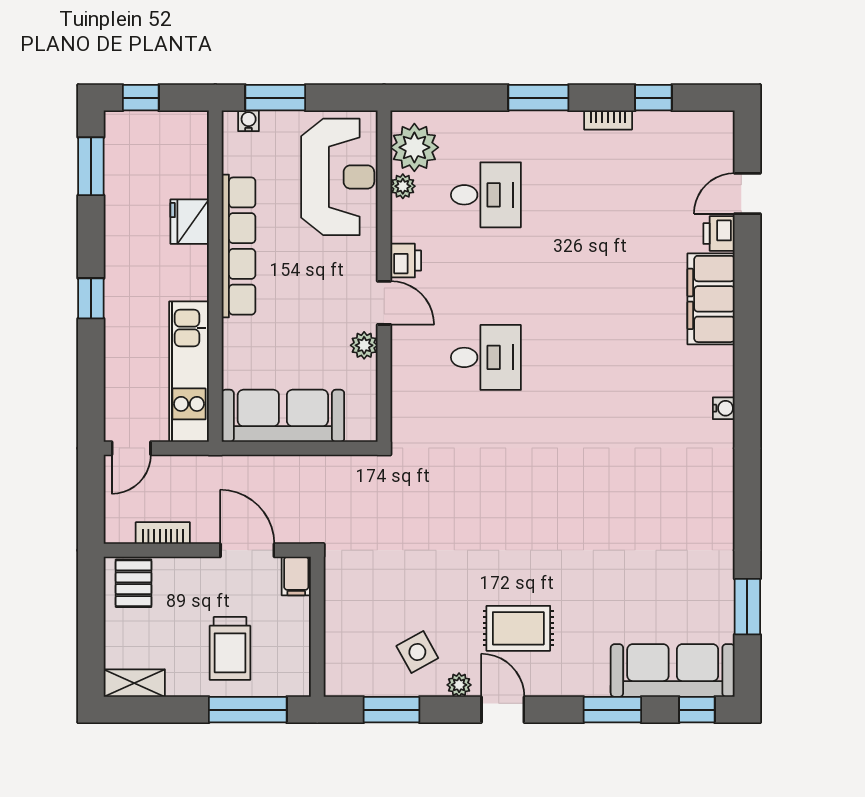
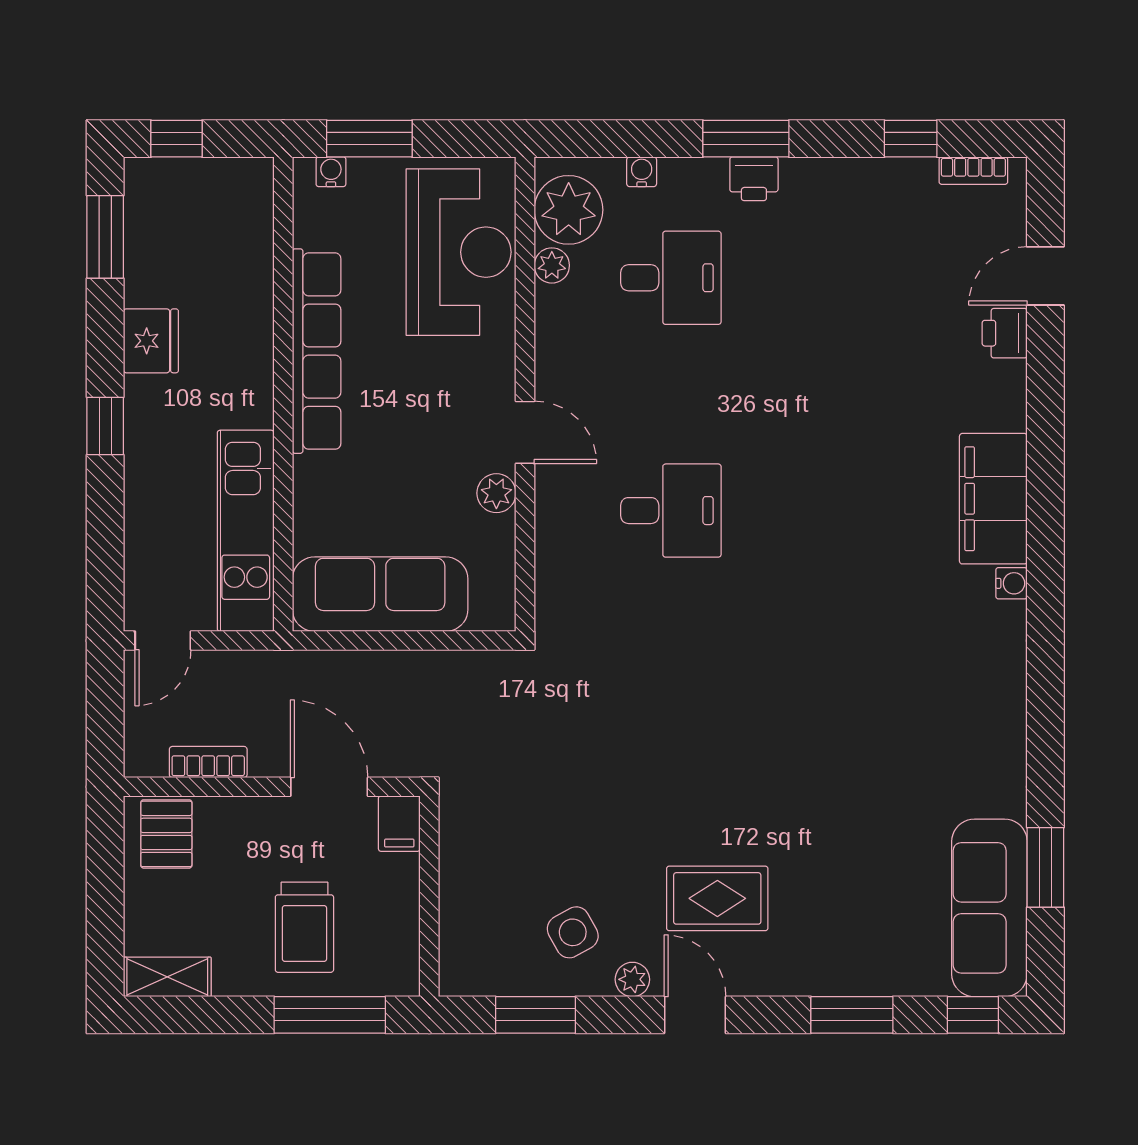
bookcase: (608, 120) -> (973, 171), moved
water cooler: (465, 121) -> (642, 172), added
fridge: (190, 222) -> (151, 341), moved, turned 180
printer: (406, 261) -> (754, 179), moved, turned 90
filing cabinet: (711, 299) -> (993, 499), moved
sofa: (673, 671) -> (989, 908), moved, turned -90

